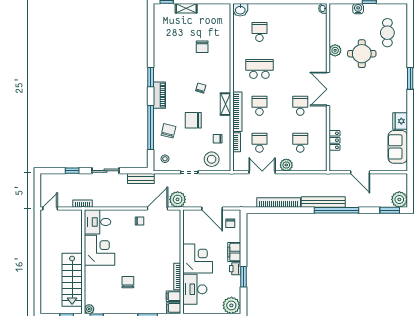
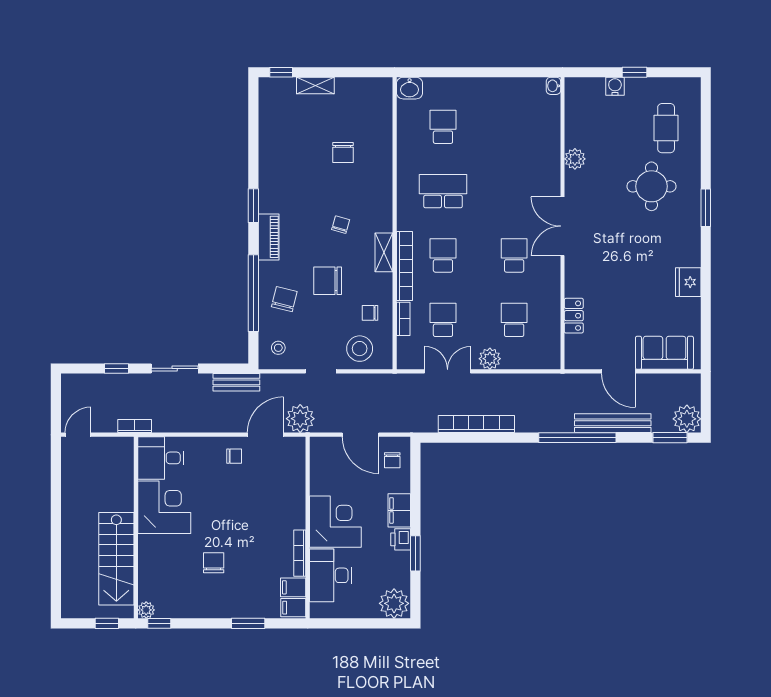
round table: (362, 54) -> (651, 186), moved
sofa: (398, 147) -> (664, 353), moved, turned 90
bench: (323, 202) -> (613, 423), moved

